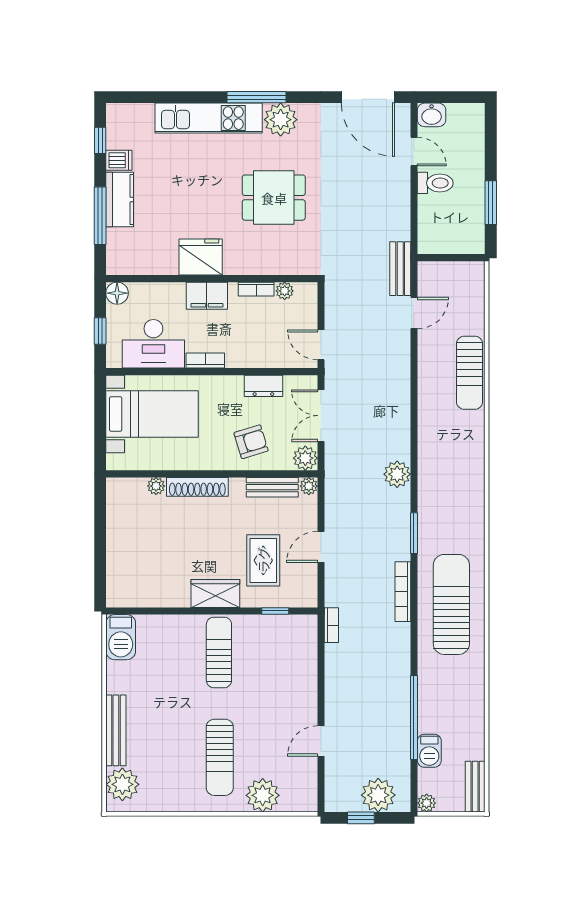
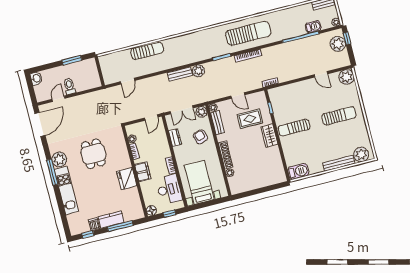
washbasin: (432, 115) -> (36, 78), moved
bench: (400, 269) -> (180, 74), moved
door: (414, 313) -> (127, 81), swing flipped
sun lounger: (451, 604) -> (248, 33), turned 180
plant: (263, 795) -> (346, 77), moved
window: (361, 818) -> (347, 38), moved

